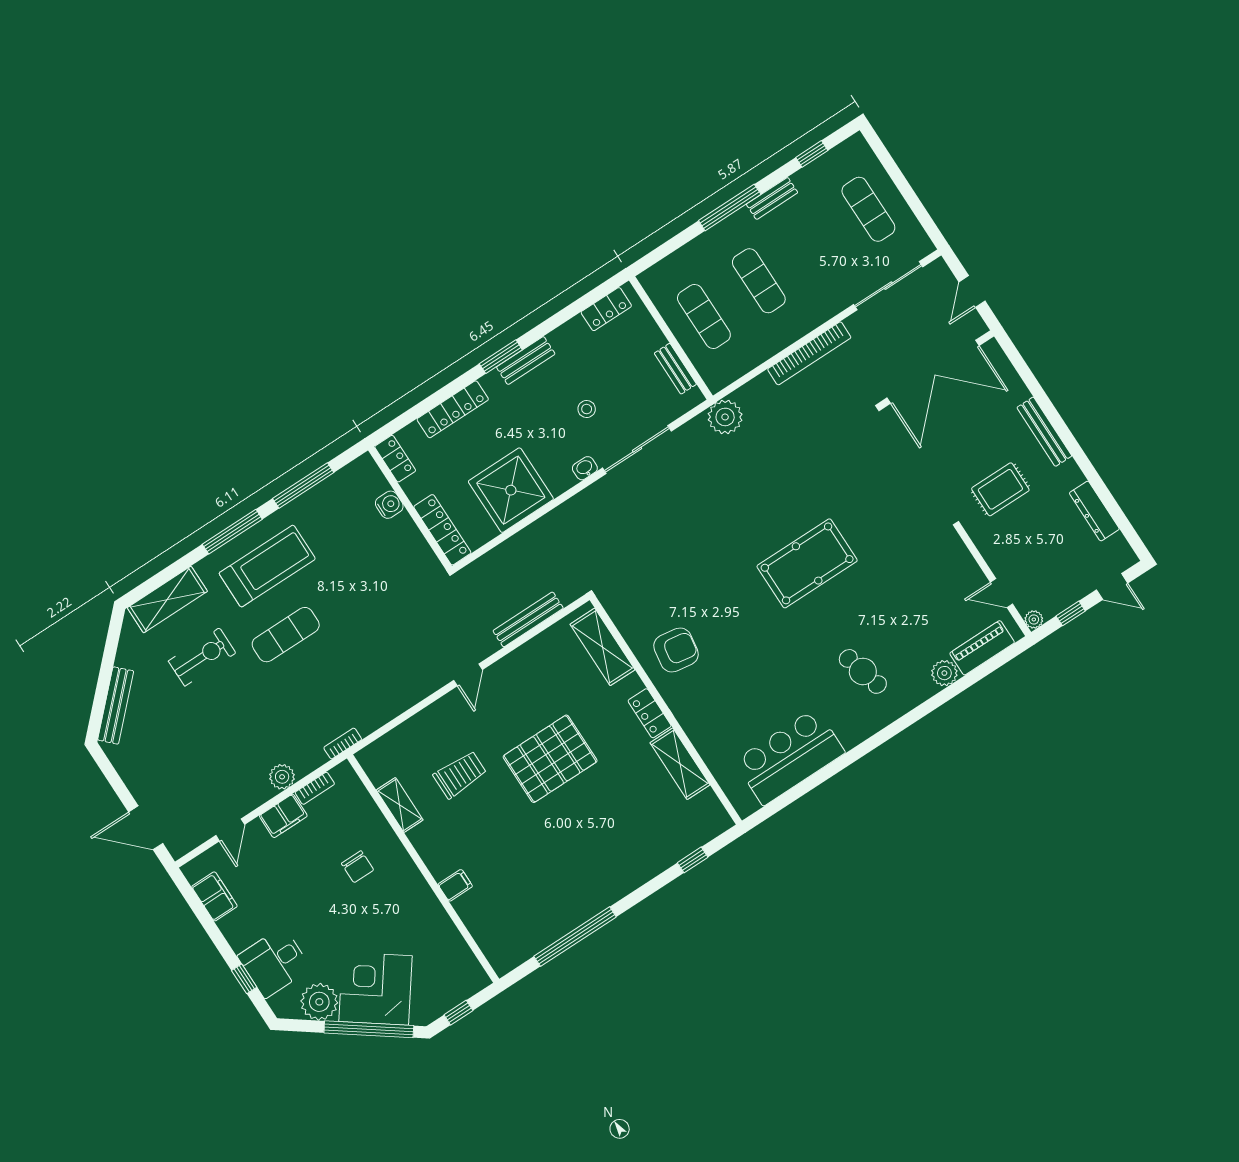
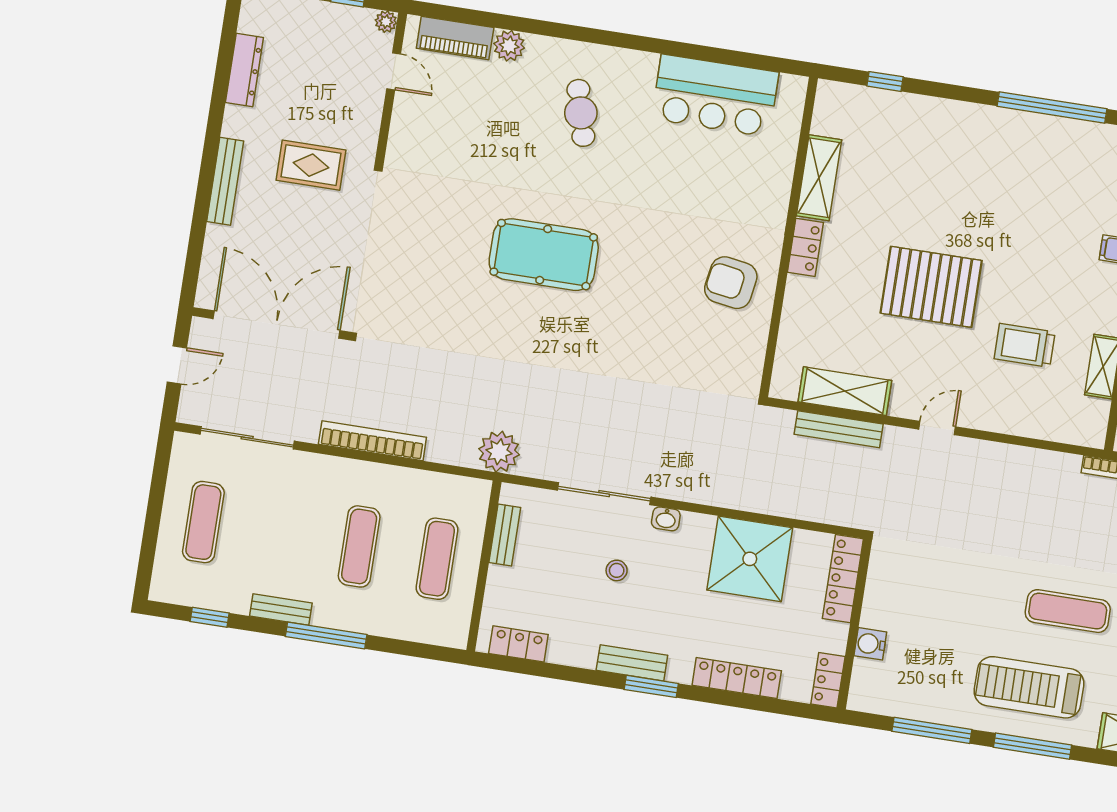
shelving: (602, 647) -> (845, 391), moved, turned 90

